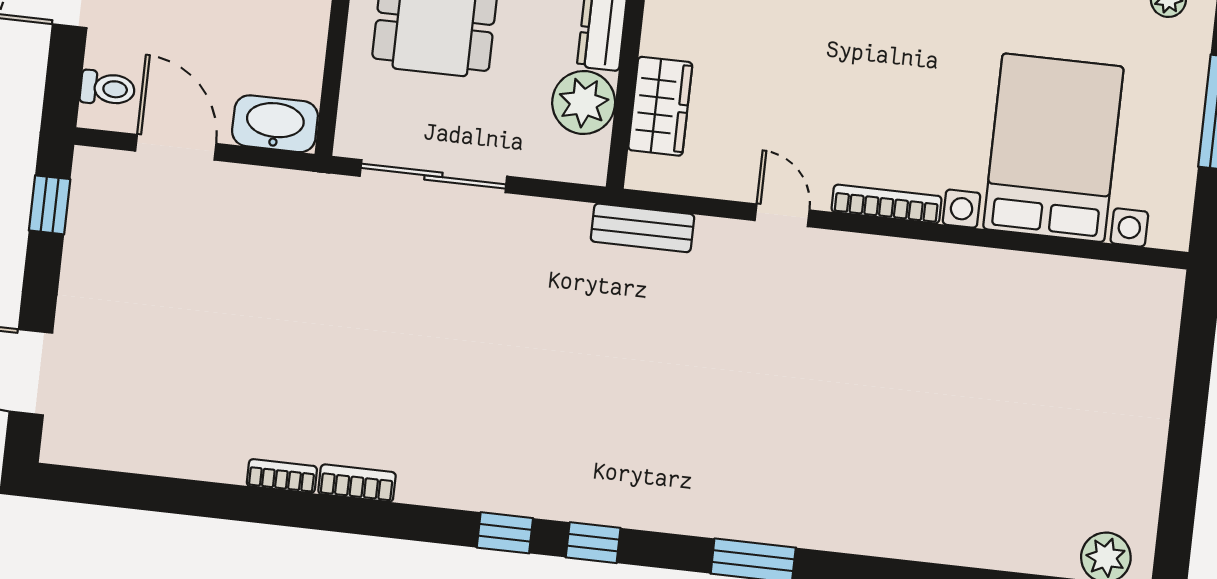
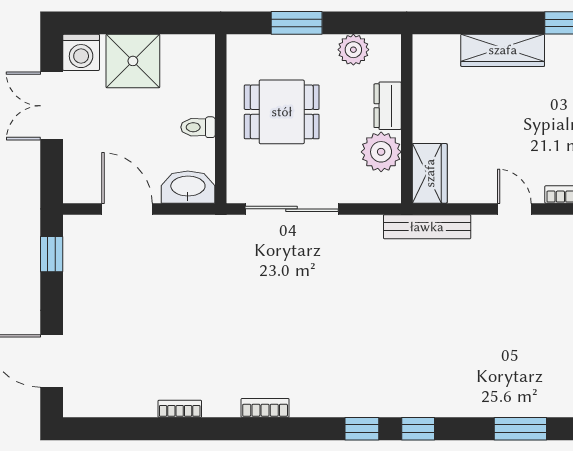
toilet: (108, 88) -> (198, 127), moved, turned 180
wardrobe: (660, 106) -> (430, 173), moved
bench: (643, 228) -> (427, 227), width x1.36
bookcase: (282, 476) -> (180, 409), moved

